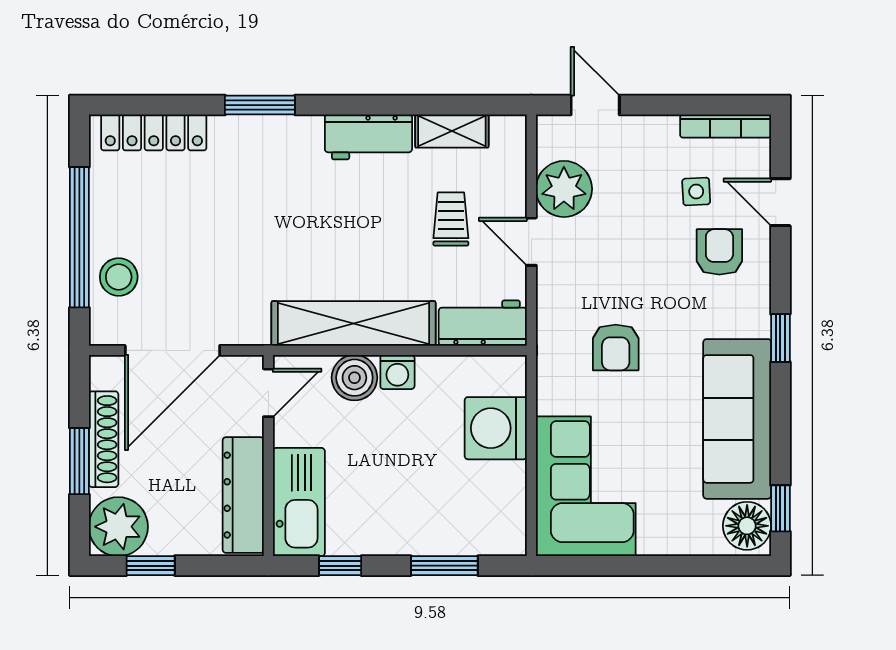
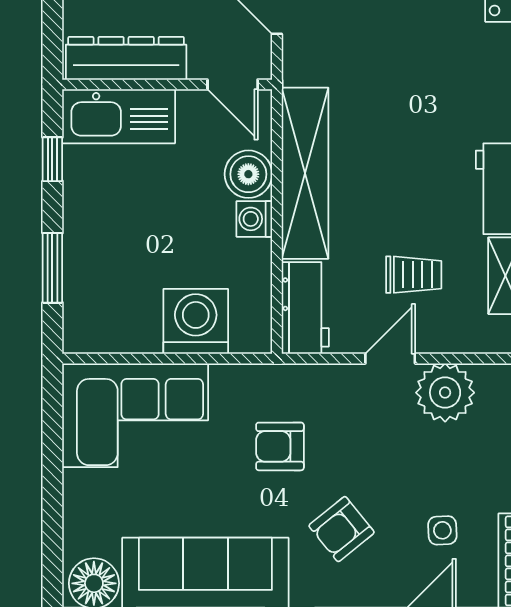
armchair: (719, 252) -> (342, 529), moved, turned 141

